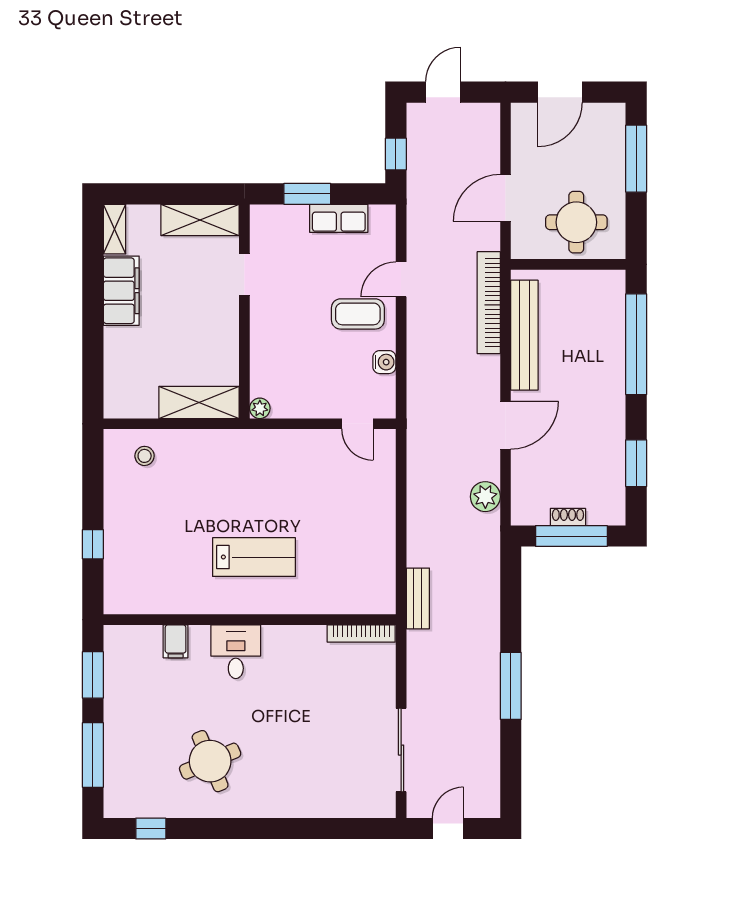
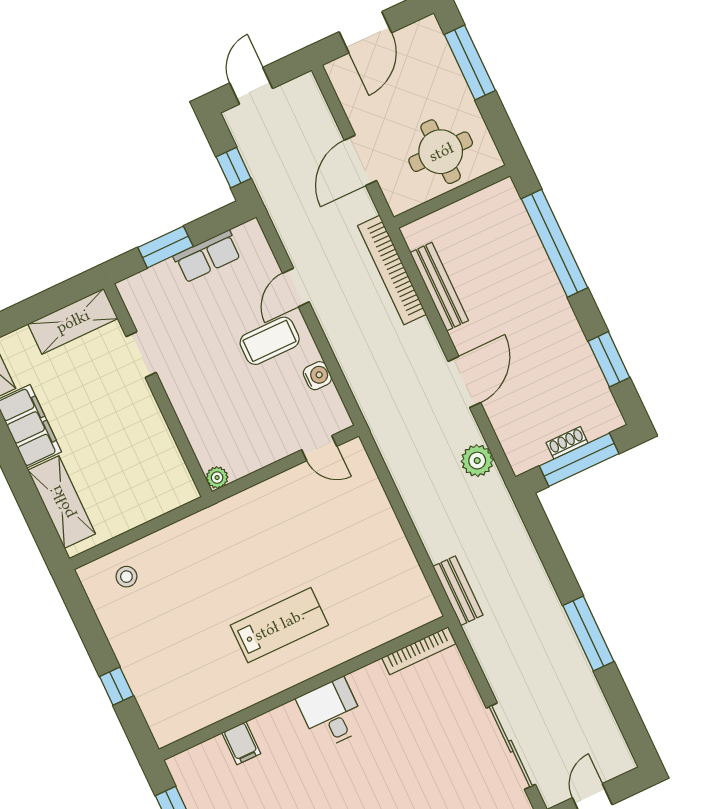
bench: (524, 335) -> (439, 287), width x0.73, depth x0.82
shelving: (199, 402) -> (62, 502), moved, turned 90
desk: (236, 652) -> (332, 713), moved

